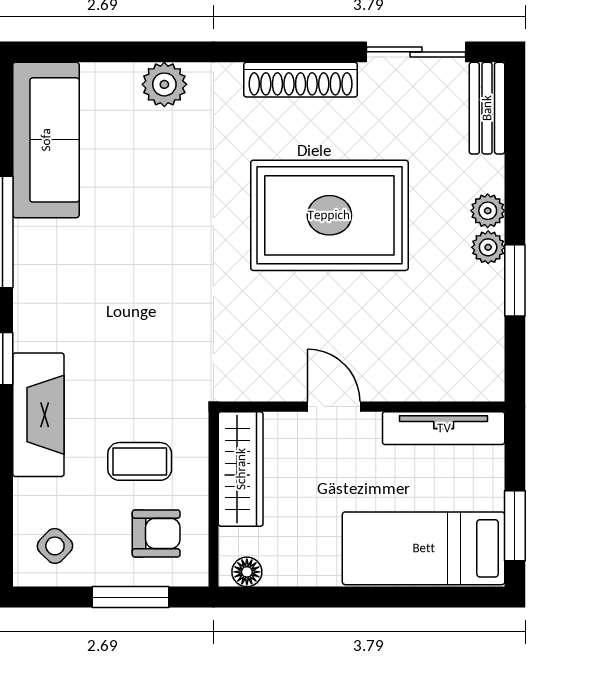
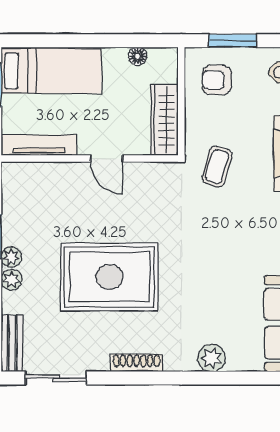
shoe rack: (301, 80) -> (137, 363), width x0.74, depth x0.81
coffee table: (140, 461) -> (217, 167), moved, turned -74
floor lamp: (247, 572) -> (138, 56), moved

